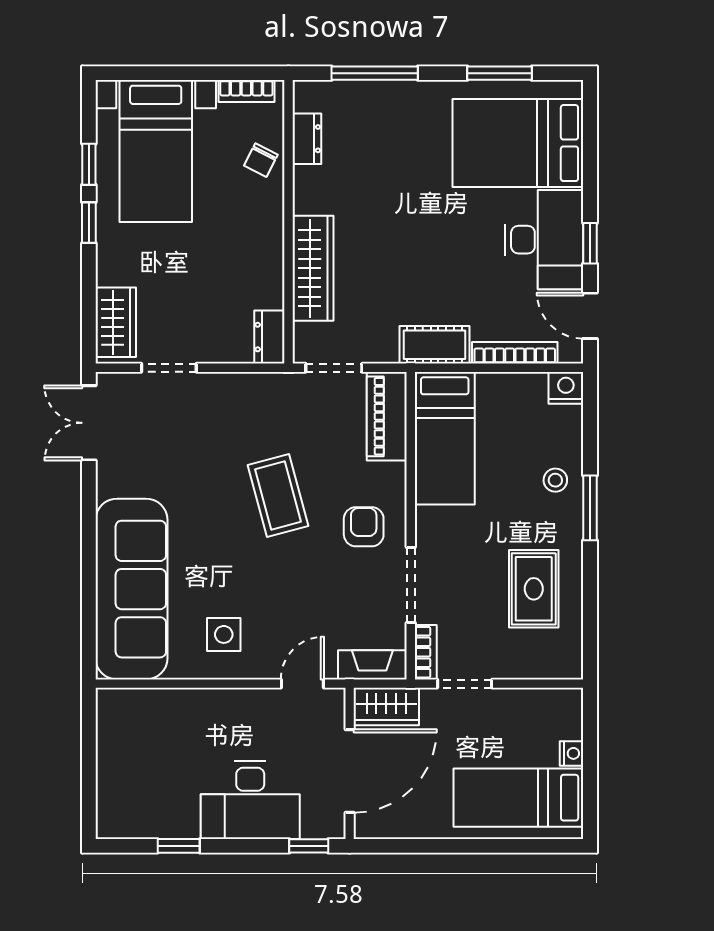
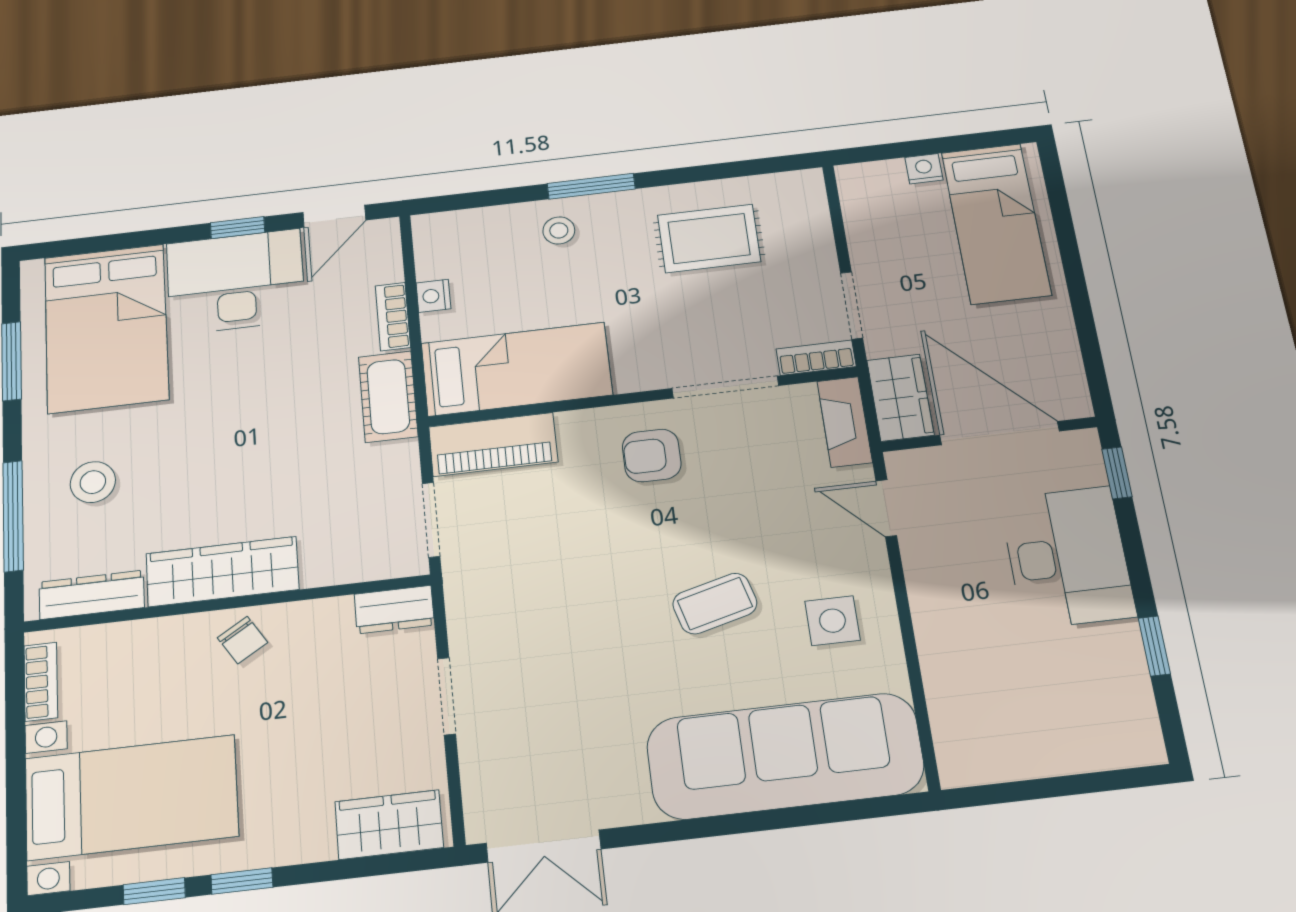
stool: (394, 130) -> (93, 482), added
dresser: (307, 139) -> (92, 595), width x1.44
chair: (261, 160) -> (242, 640), moved, turned 31
wardrobe: (313, 268) -> (222, 572), moved
bookcase: (515, 353) -> (393, 317), width x0.64
doorway: (169, 368) -> (447, 696), moved
nightstand: (566, 388) -> (433, 296), moved, width x0.72, depth x0.74
coffee table: (278, 496) -> (715, 604), moved, width x0.73, depth x0.77

